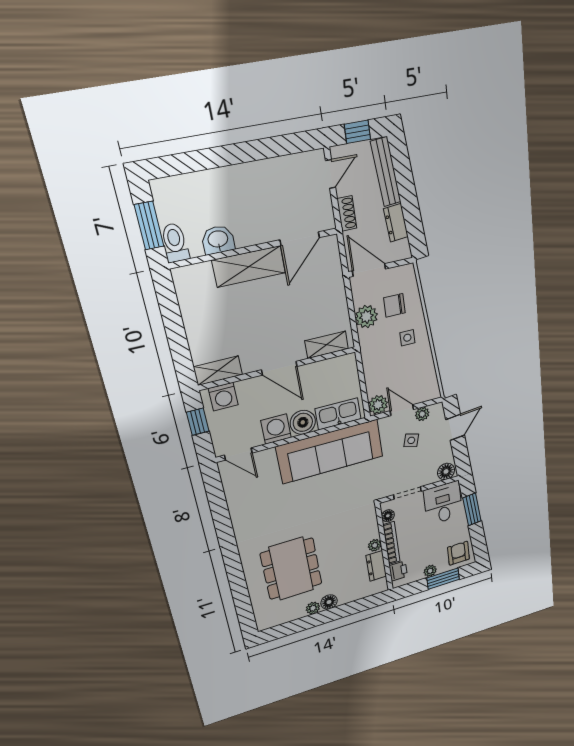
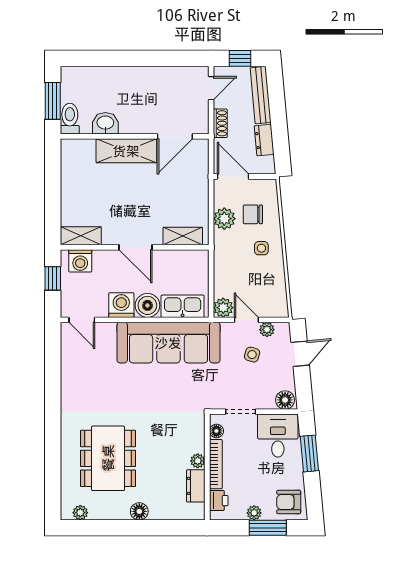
armchair: (458, 553) -> (289, 502), turned -90
plant: (313, 608) -> (80, 513), moved

